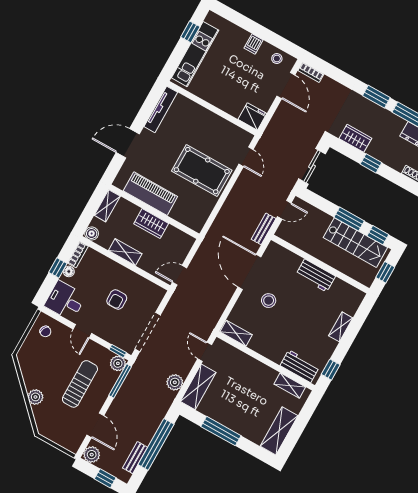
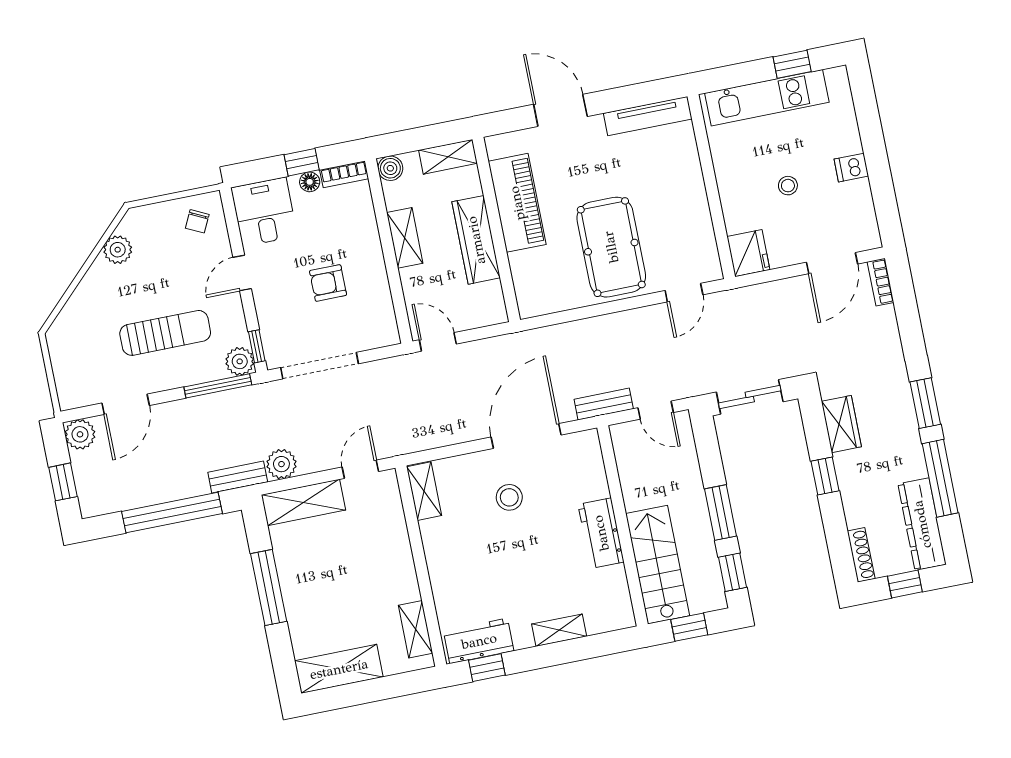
stool: (277, 59) -> (788, 186), moved
wardrobe: (151, 224) -> (476, 240), width x1.50
stairs: (355, 243) -> (658, 565), moved, turned 180
workbench: (300, 366) -> (479, 641), moved, turned -90
plant: (35, 397) -> (118, 250), moved
bench: (135, 458) -> (238, 477), moved

